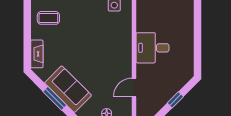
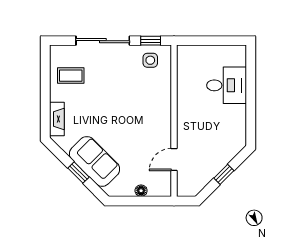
desk: (153, 48) -> (227, 85), moved, turned 180
window: (55, 98) -> (78, 173), width x0.67

